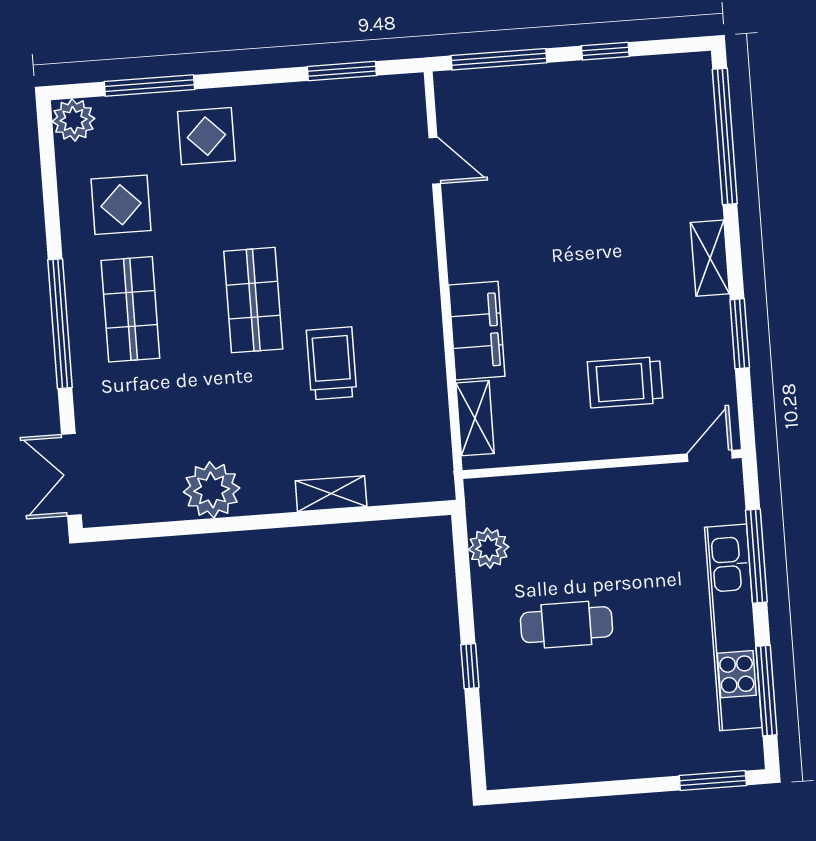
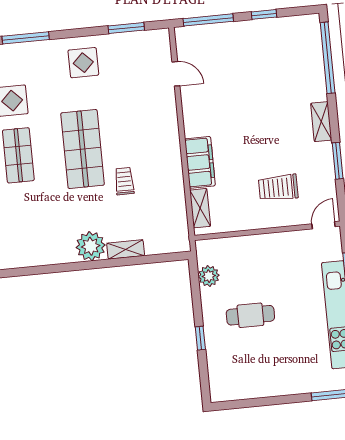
display table: (206, 136) -> (83, 63), moved
shop shelf: (253, 300) -> (83, 149), width x1.43, depth x1.36
trolley: (332, 363) -> (124, 181), width x0.73, depth x0.72
plant: (212, 490) -> (91, 246), moved

